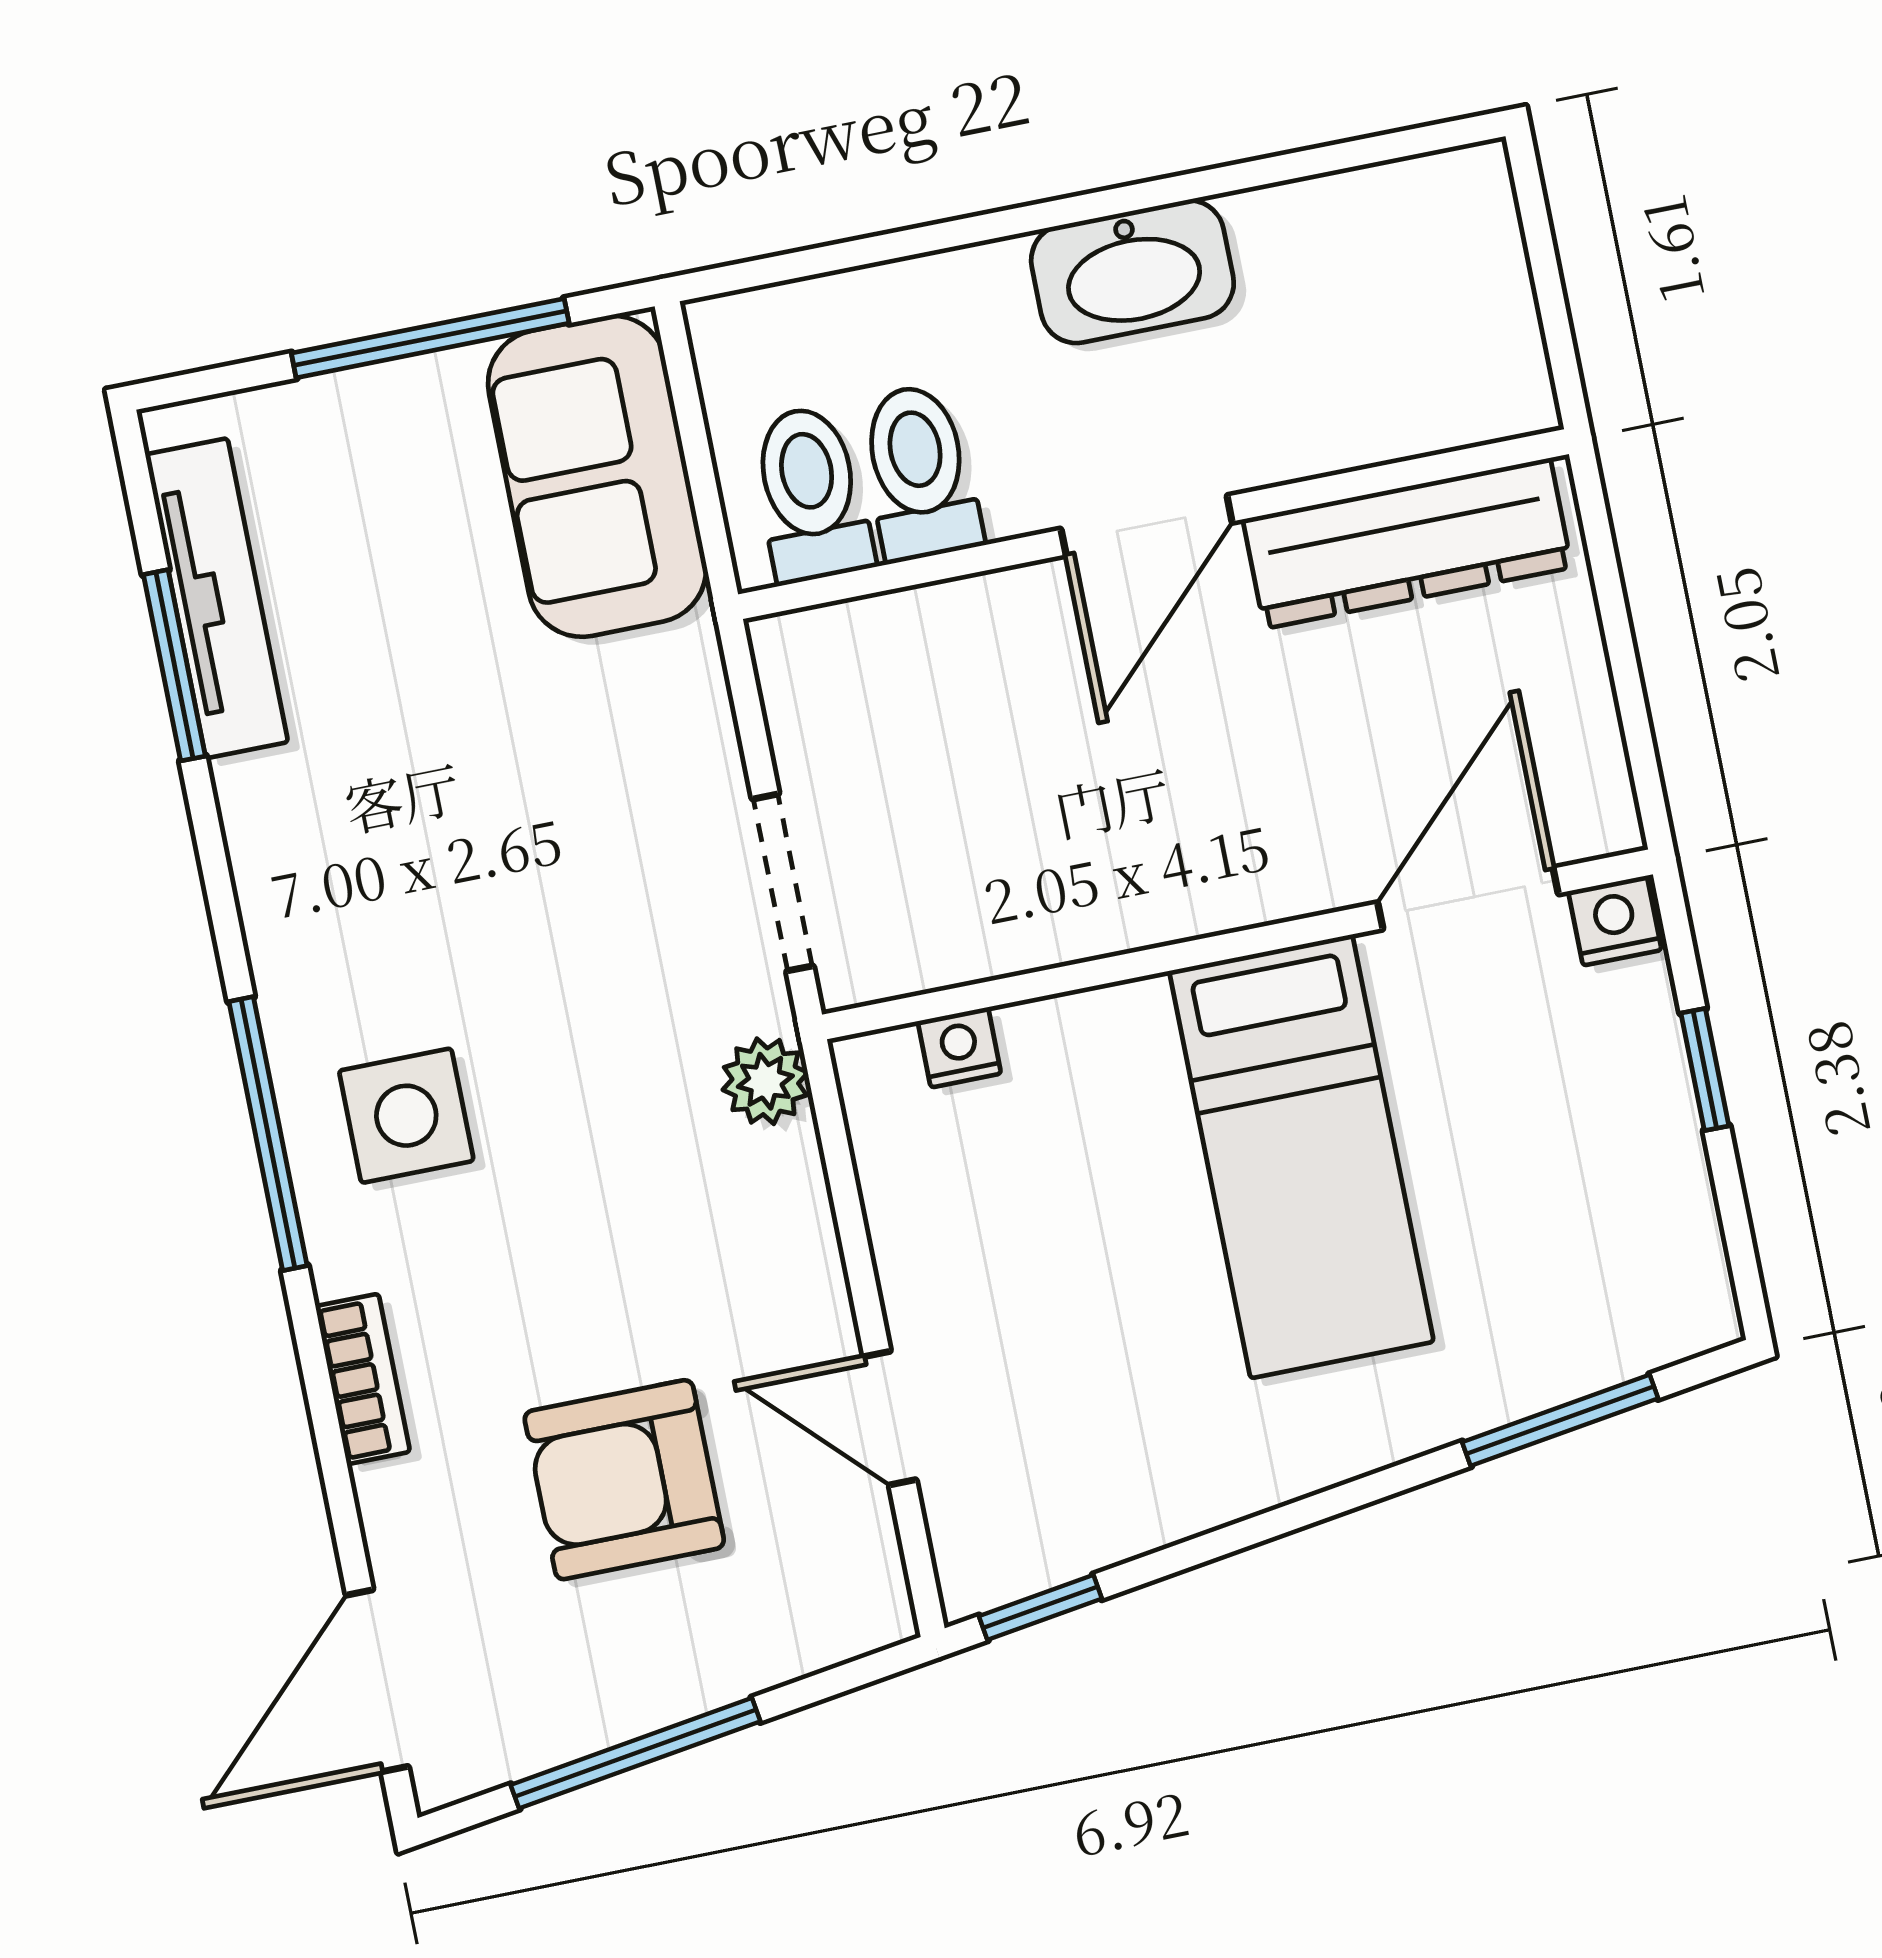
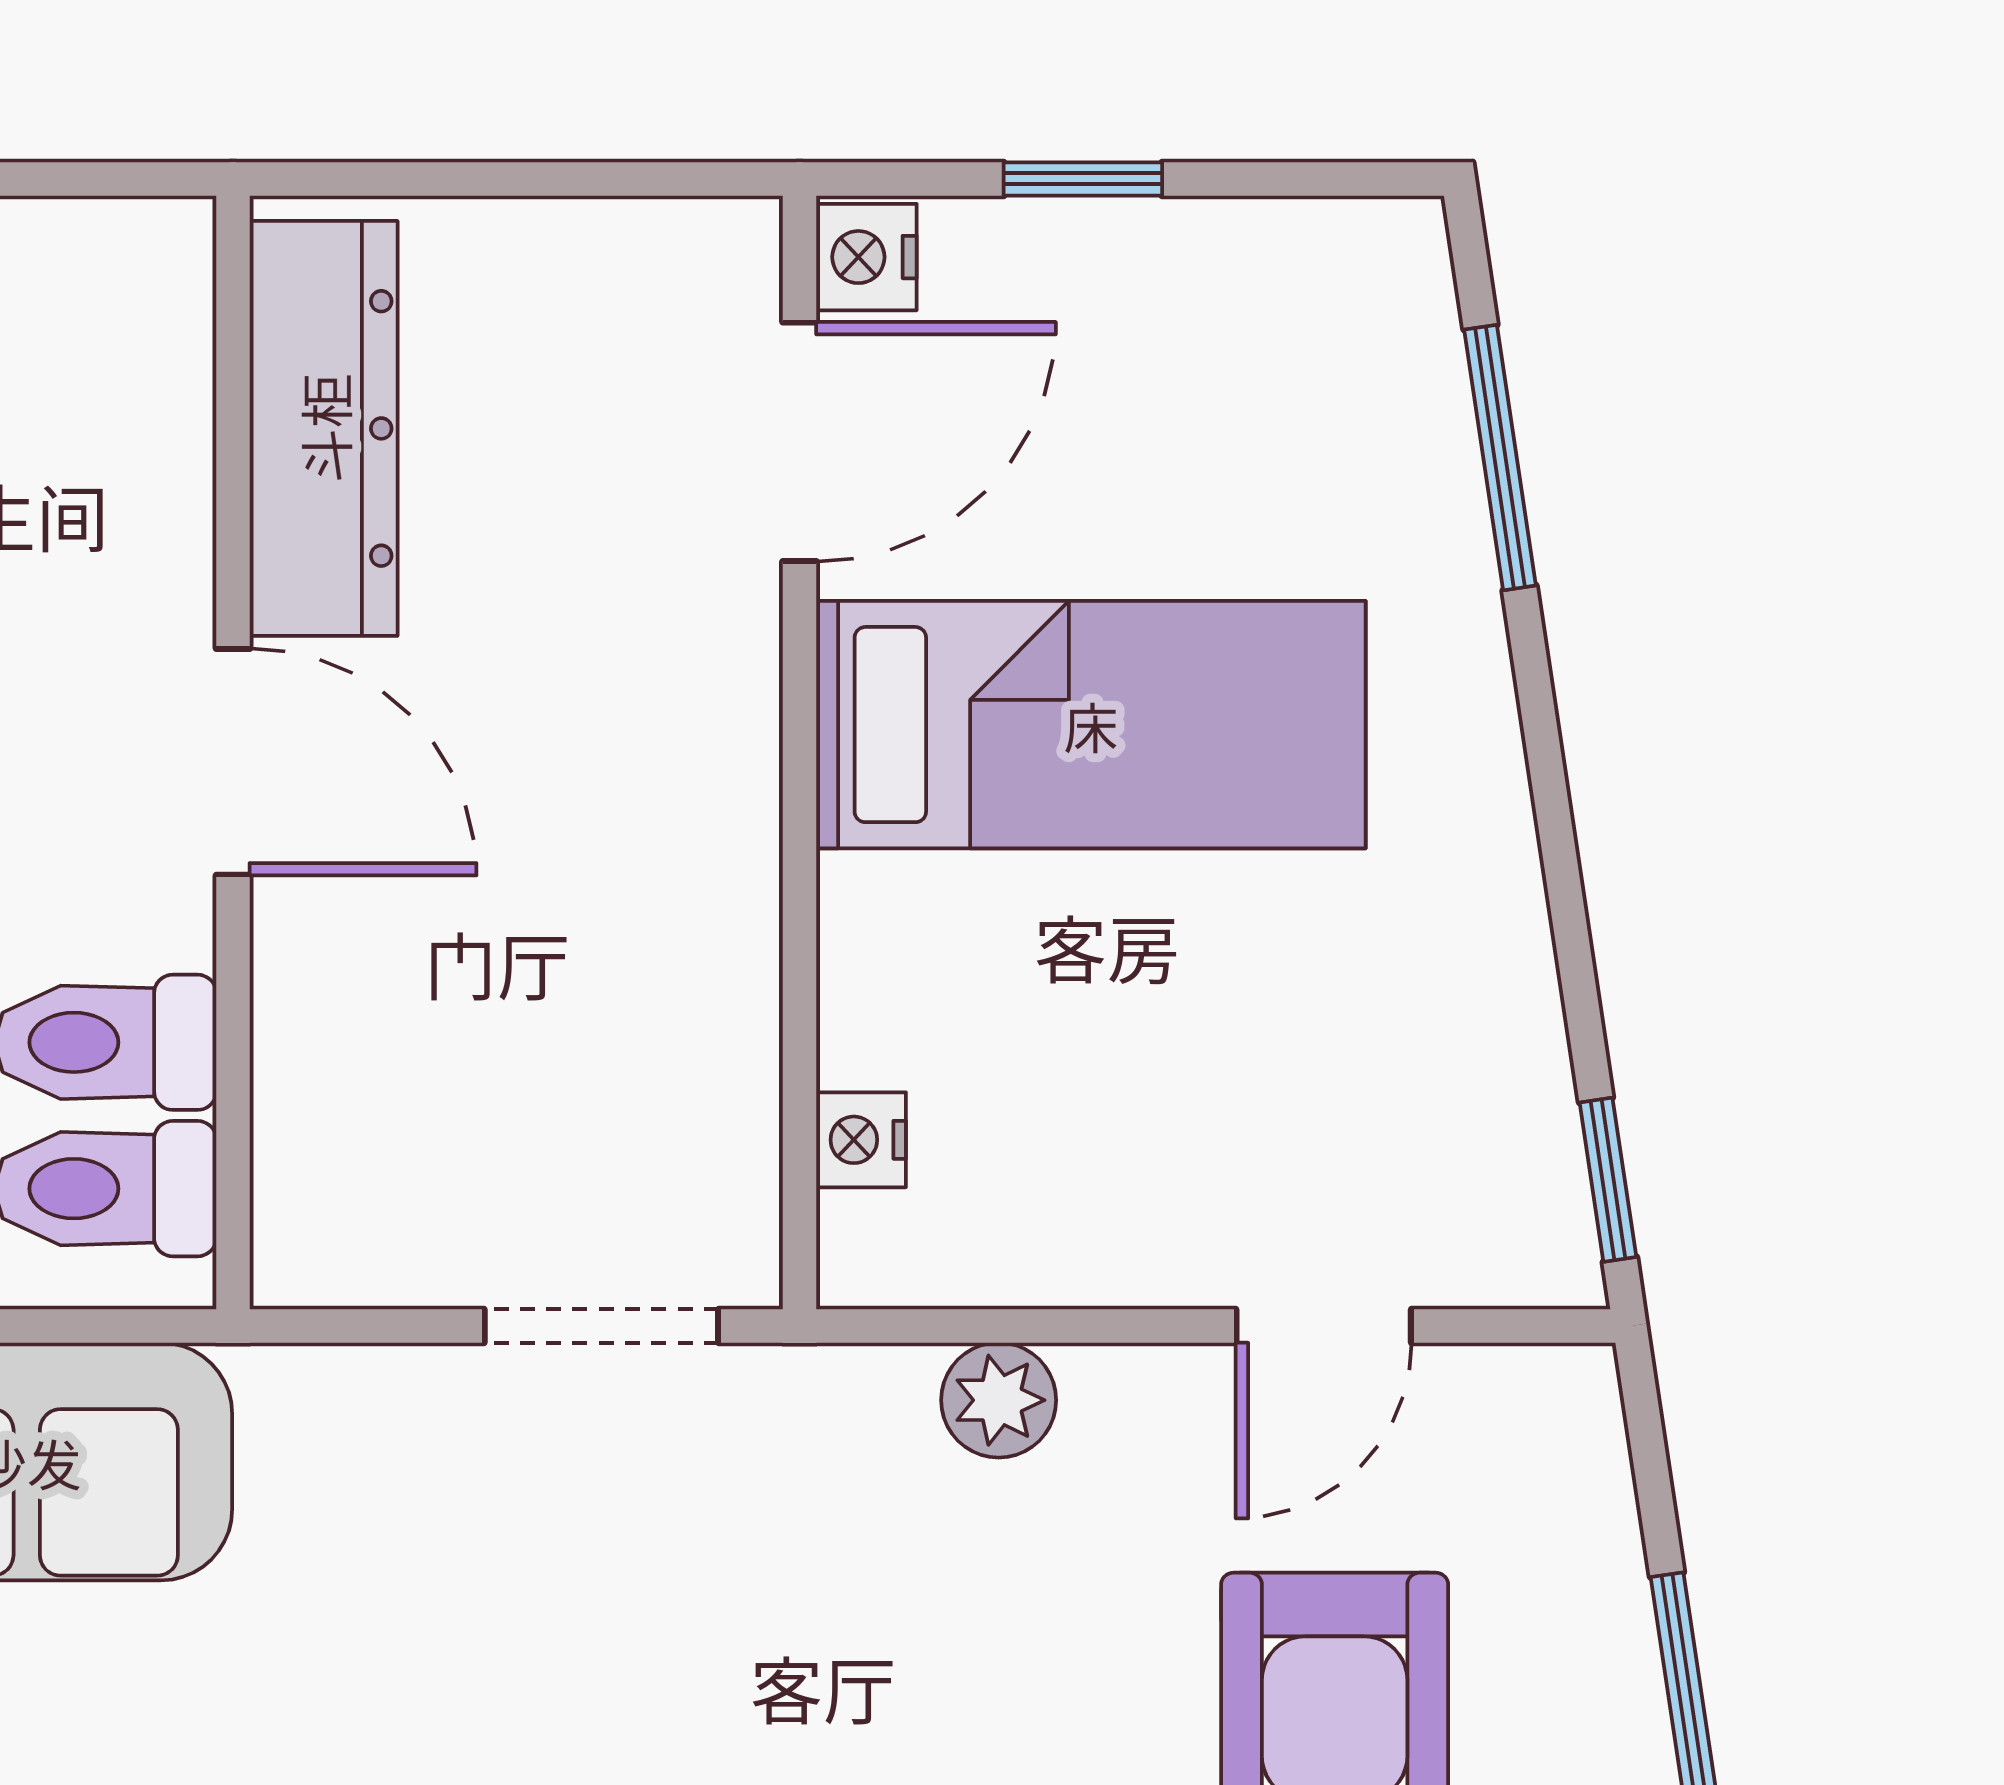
door: (1468, 898) -> (800, 442), swing flipped
plant: (765, 1081) -> (999, 1400), moved

